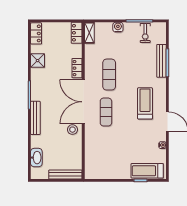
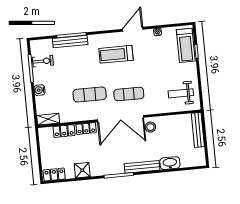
locker: (77, 33) -> (64, 131), moved
washbasin: (36, 158) -> (170, 163), moved
weight bench: (102, 162) -> (181, 93), added

